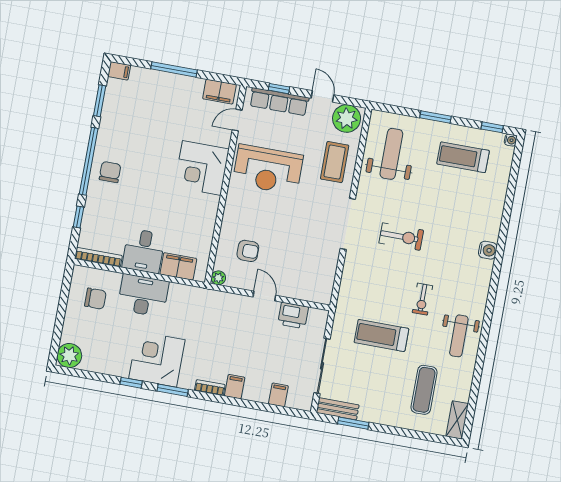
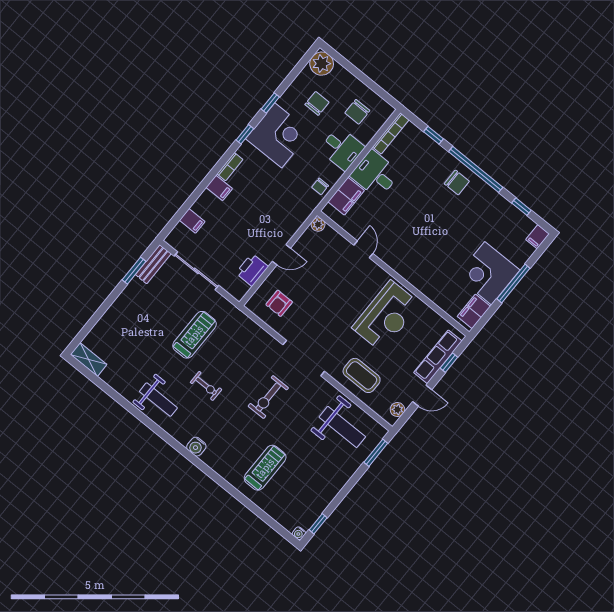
window: (100, 101) -> (521, 207), width x0.67
window: (436, 117) -> (376, 453), moved
plant: (347, 118) -> (397, 410), width x0.53, depth x0.53
door: (237, 120) -> (363, 249), moved
treadmill: (463, 157) -> (265, 468), moved
corner desk: (202, 168) -> (488, 273), moved, turned -90
reception desk: (268, 169) -> (386, 316), turned 180
water cooler: (488, 250) -> (196, 447), moved
armchair: (248, 251) -> (279, 303), moved
desk: (143, 295) -> (342, 149), width x0.73
chair: (182, 295) -> (320, 186), added
exercise bike: (422, 299) -> (206, 386), turned 180
weight bench: (459, 336) -> (158, 400), turned 180
chair: (108, 340) -> (317, 103), added
window: (173, 390) -> (245, 134), width x0.67
exercise mat: (424, 390) -> (129, 345), removed

